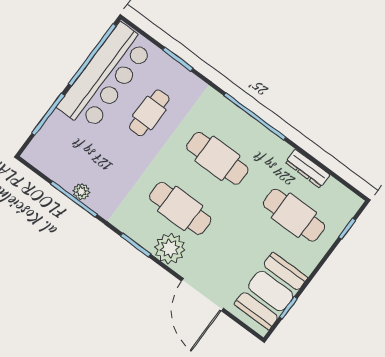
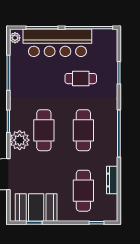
bar counter: (106, 77) -> (57, 43), moved
plant: (81, 192) -> (15, 38), moved

